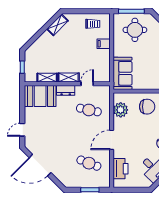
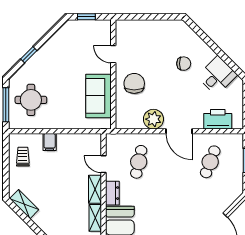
sofa: (123, 73) -> (99, 96), moved, turned -90
plant: (121, 110) -> (153, 119), moved

